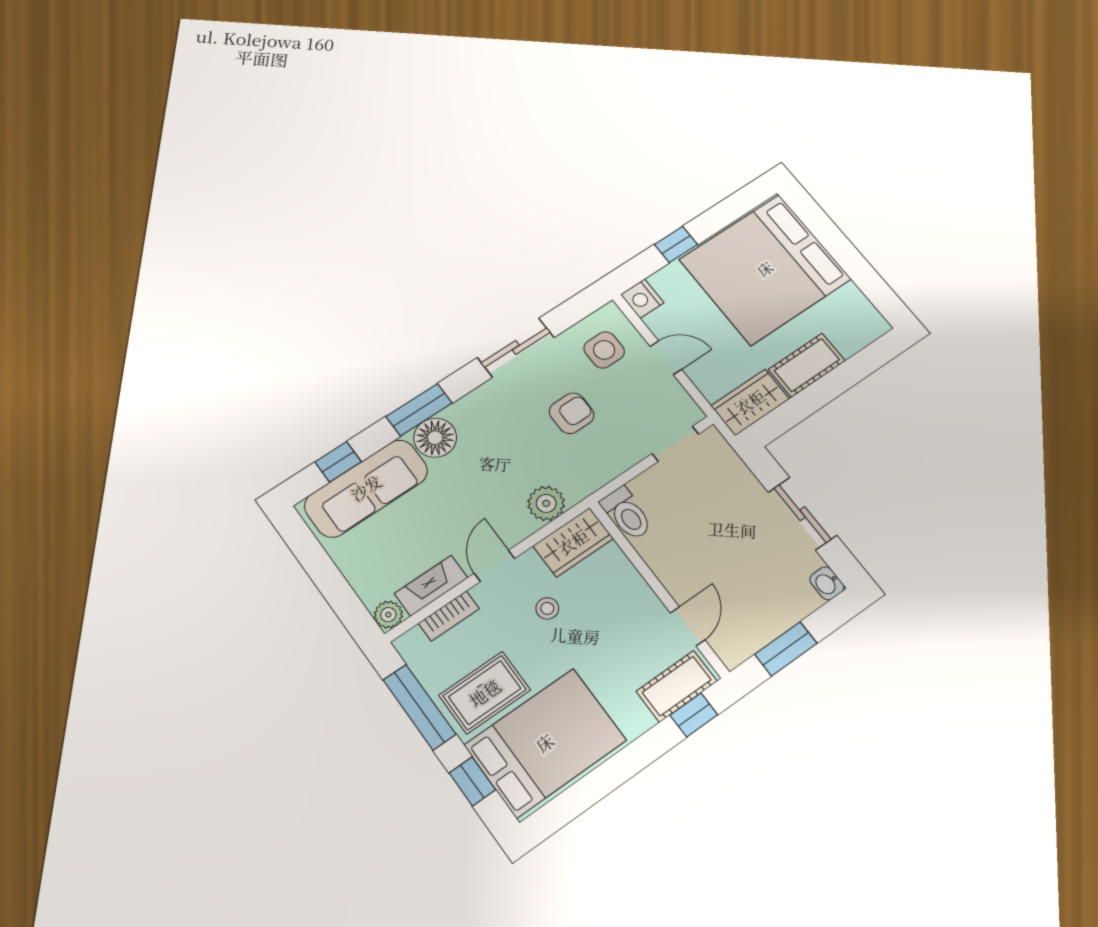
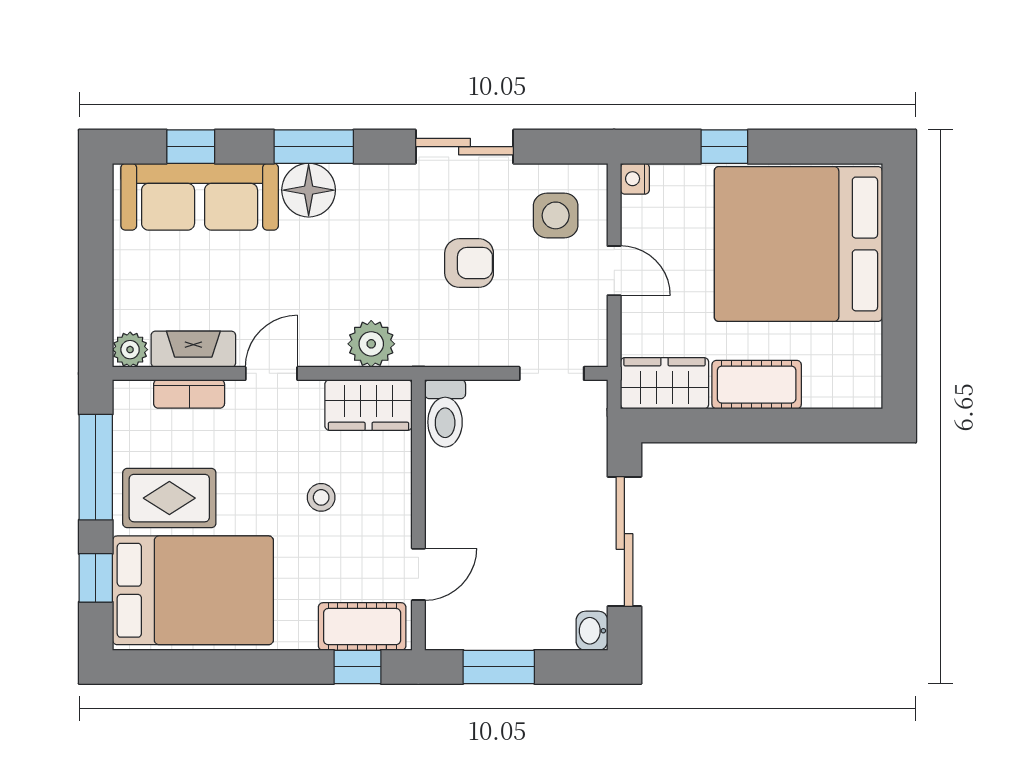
nightstand: (642, 299) -> (635, 179), width x0.72, depth x0.74
sliding door: (802, 514) -> (624, 541), width x1.37
stool: (547, 608) -> (321, 497), moved

